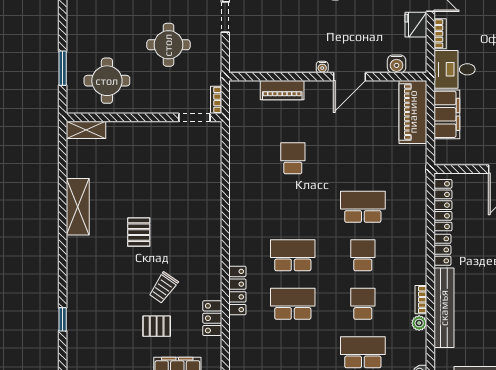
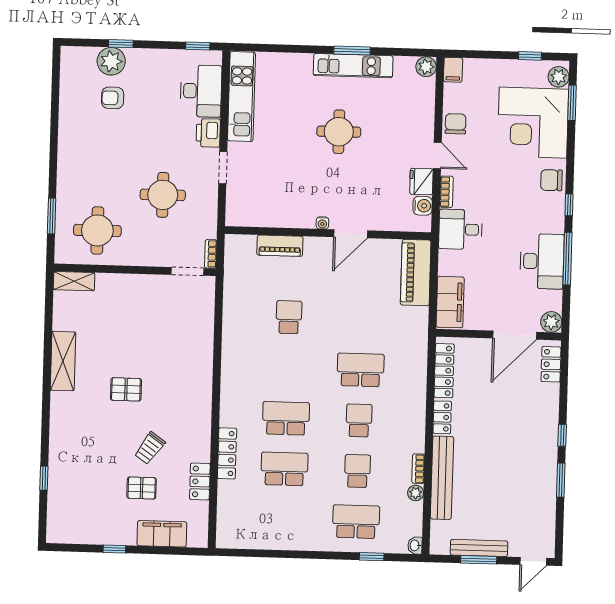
water cooler: (397, 64) -> (423, 206), moved, turned -90
filing cabinet: (447, 114) -> (450, 302), moved
pallet: (139, 232) -> (126, 389), turned 90

